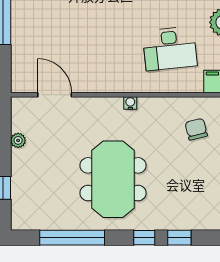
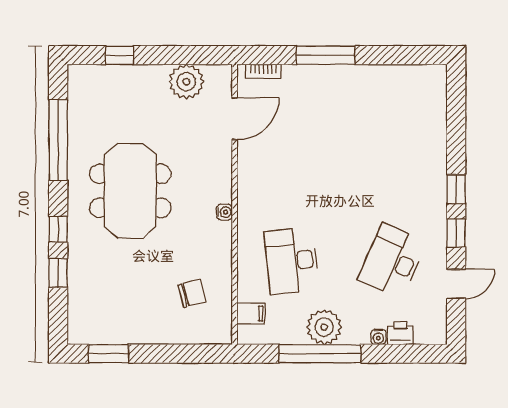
bookcase: (16, 71) -> (264, 71), added
plant: (18, 140) -> (186, 82), width x1.87, depth x1.87
meeting table: (113, 179) -> (130, 191), turned 90

